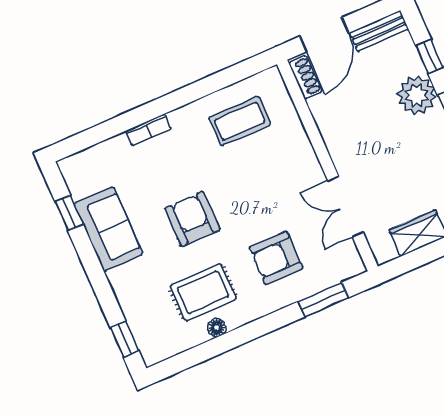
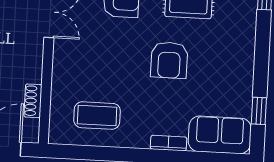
shoe rack: (305, 77) -> (33, 101), moved
sofa: (108, 229) -> (220, 135), moved, turned 90

